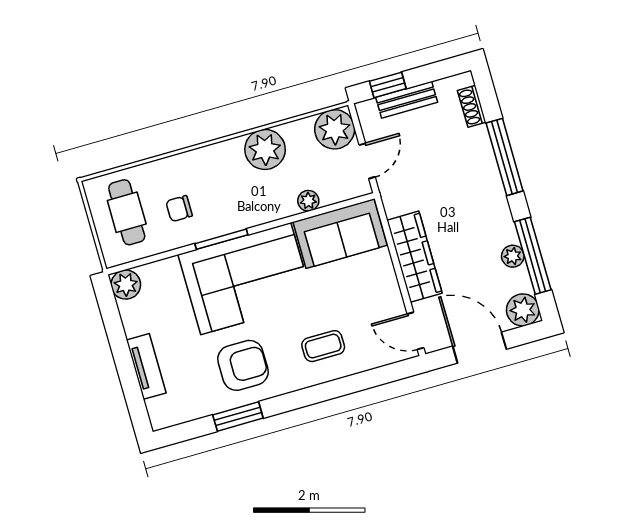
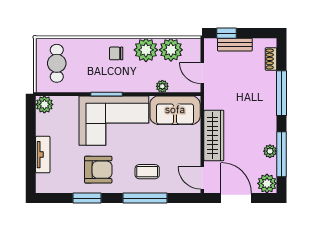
plant: (335, 129) -> (171, 50), moved
door: (367, 161) -> (202, 73), swing flipped
chair: (179, 209) -> (116, 53), moved
window: (332, 390) -> (145, 198), added

